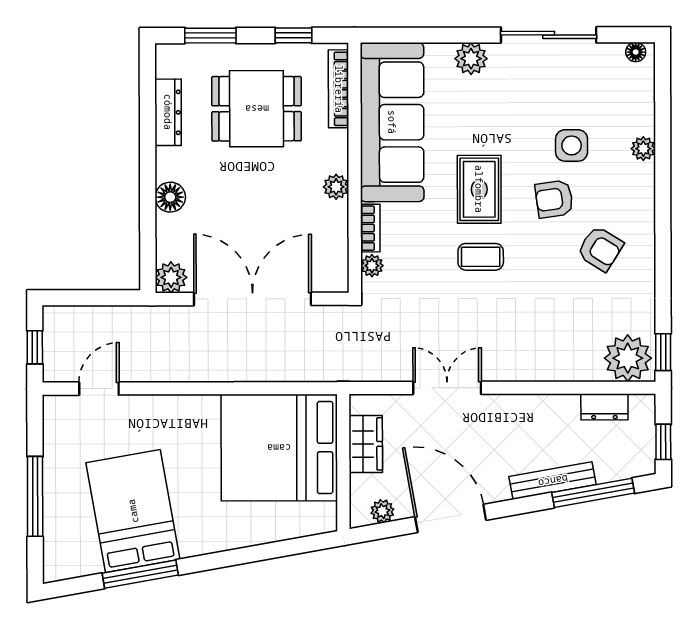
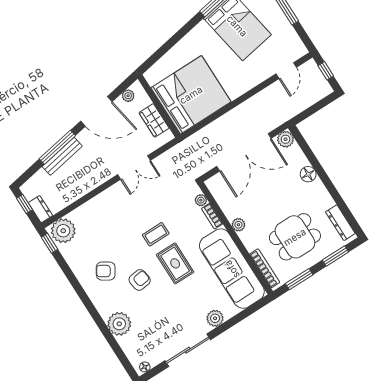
window: (293, 35) -> (299, 279), width x1.50
dresser: (168, 112) -> (340, 223), moved
side table: (572, 145) -> (147, 308), removed
plant: (643, 149) -> (119, 324), width x1.87, depth x1.87
dresser: (604, 407) -> (40, 209), moved, turned 90
window: (593, 493) -> (57, 147), moved

